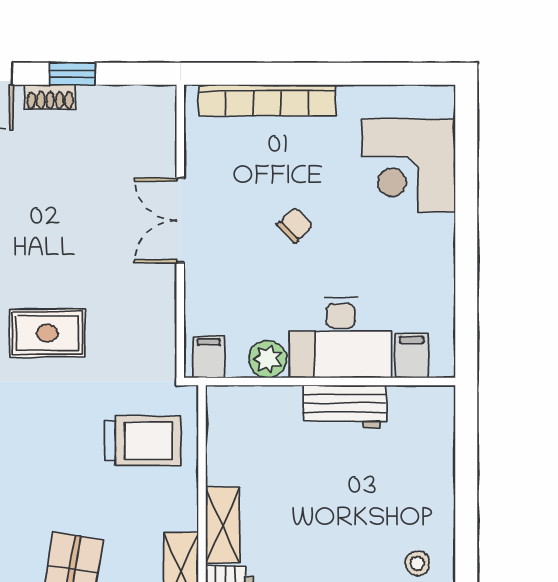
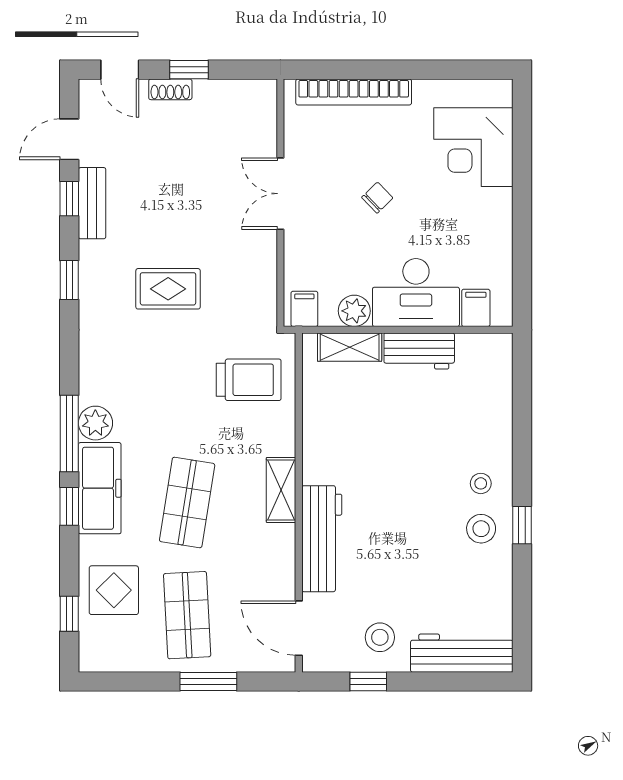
shelving: (223, 525) -> (350, 347), moved, turned 90

